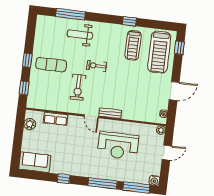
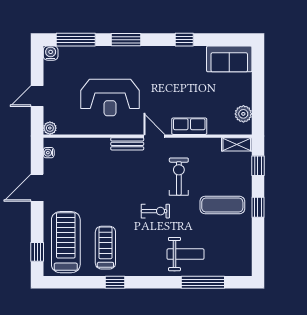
shelving: (37, 104) -> (237, 144), added
row of seats: (56, 119) -> (189, 126), moved
reception desk: (118, 146) -> (110, 98), turned 180
window: (103, 183) -> (126, 40), width x0.69

